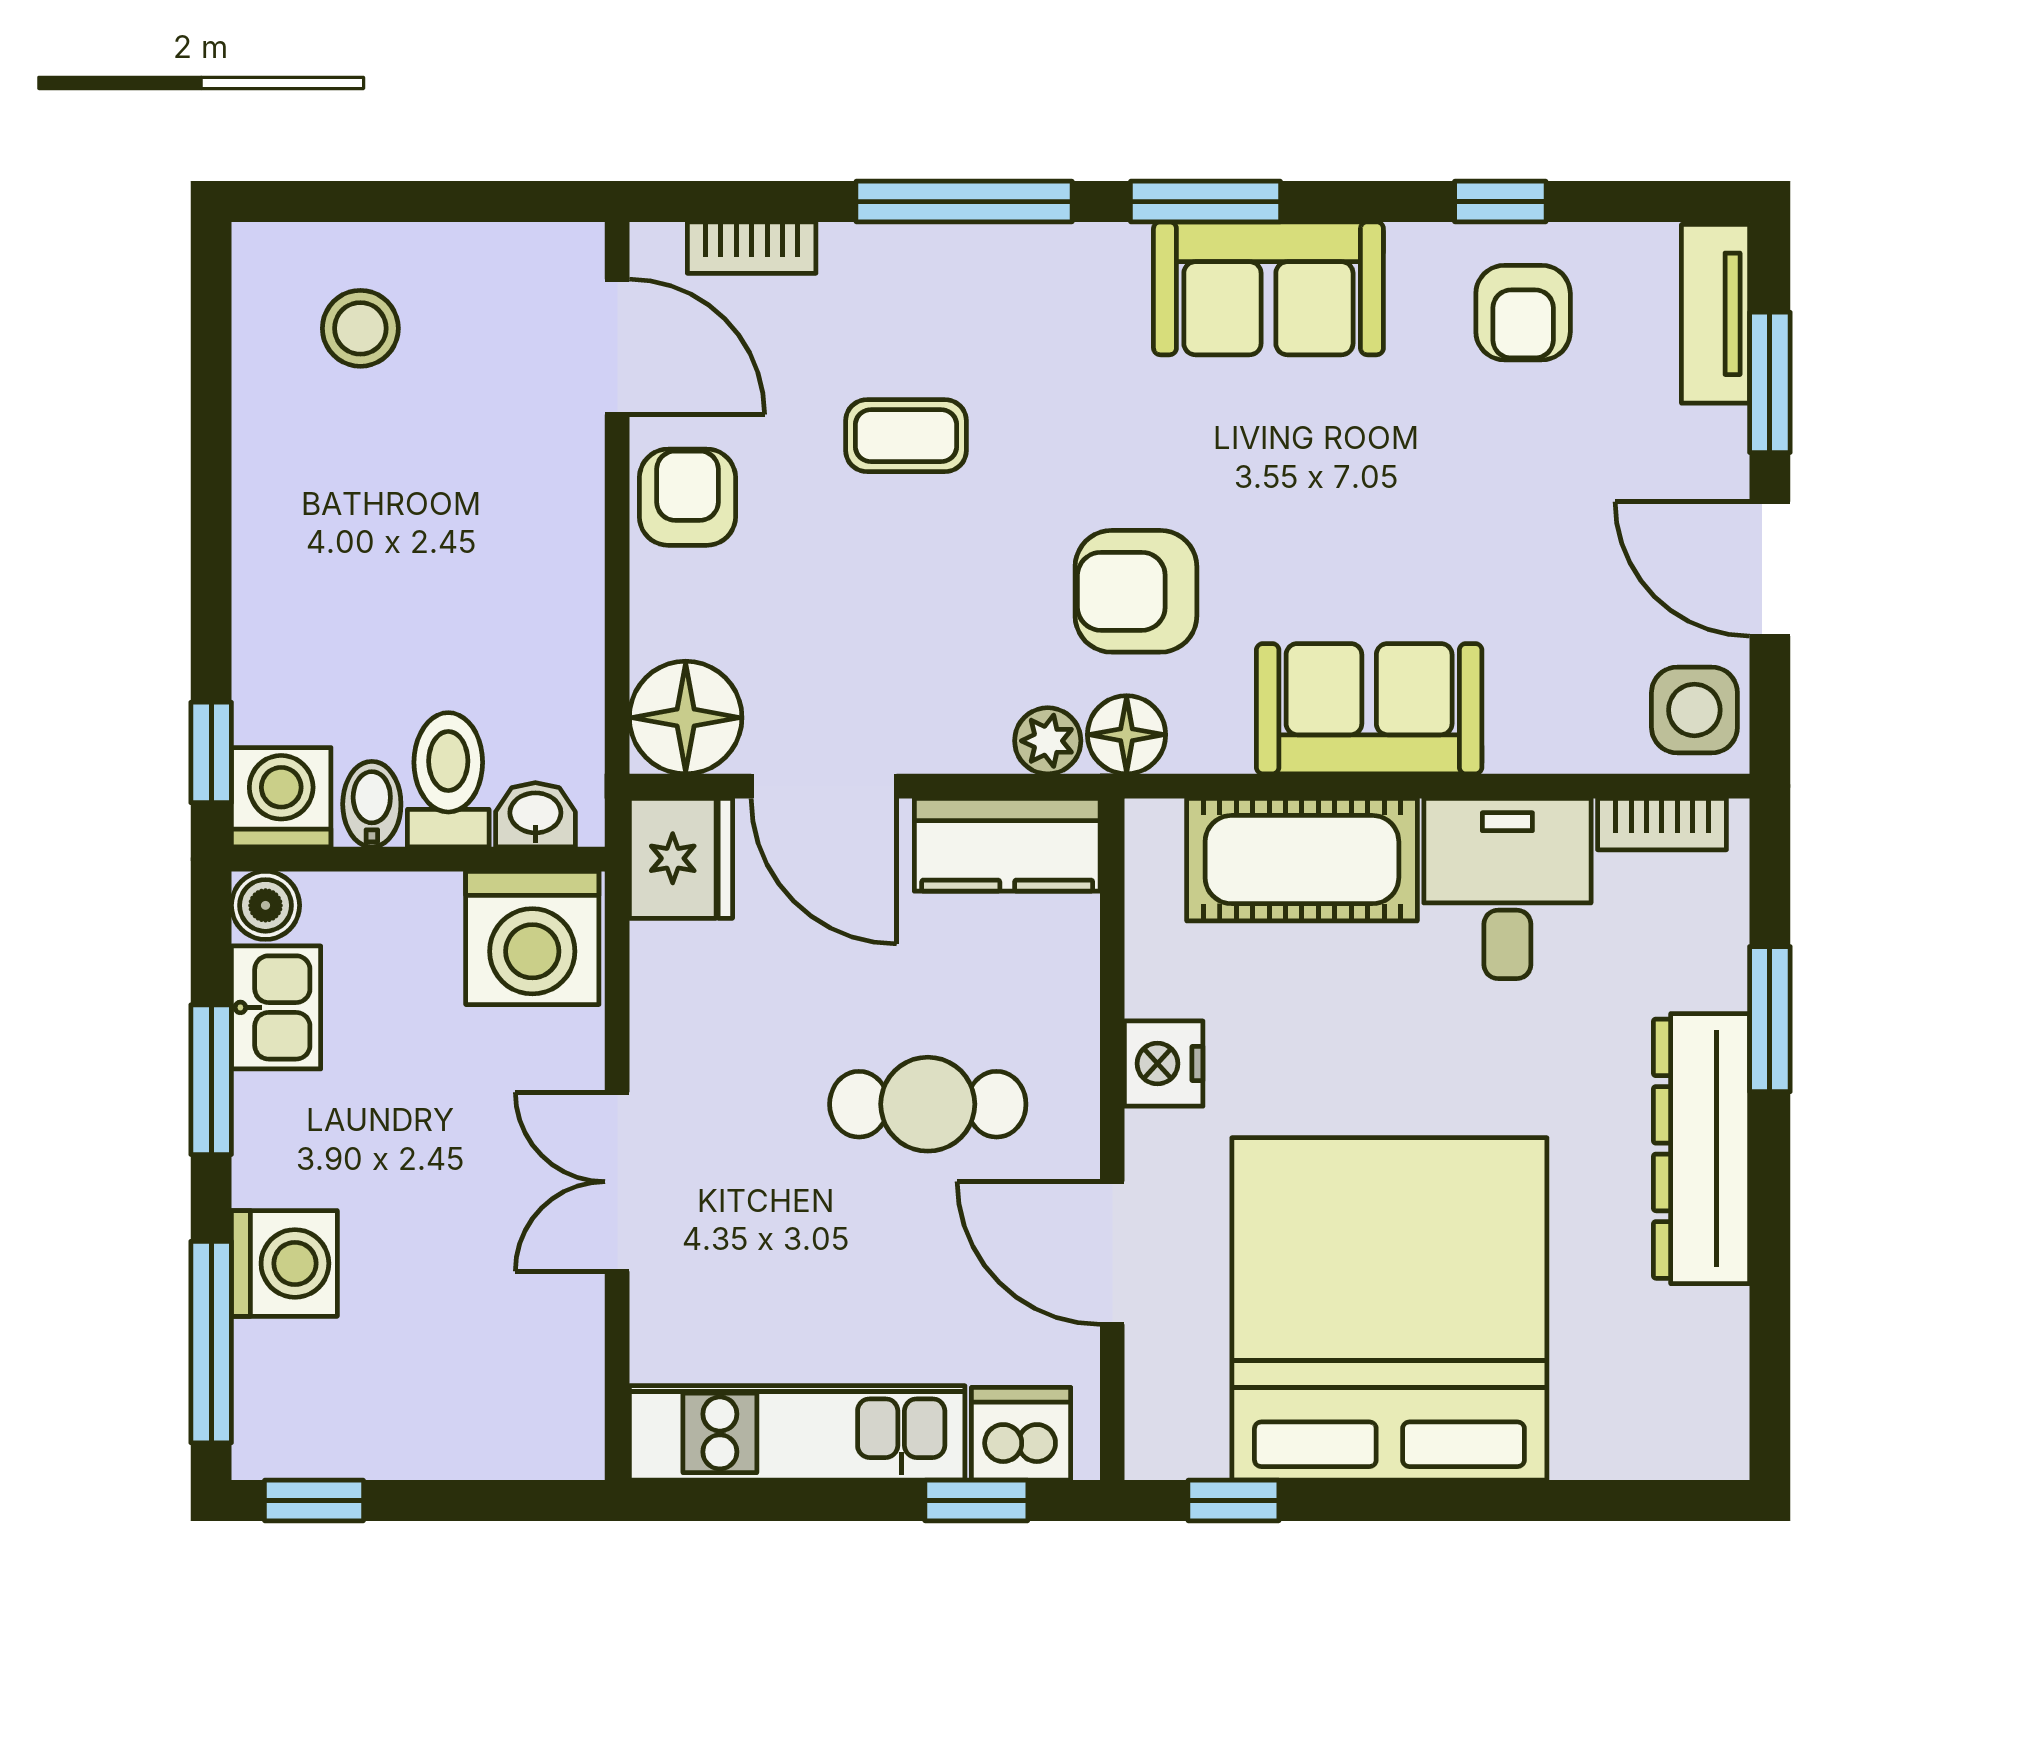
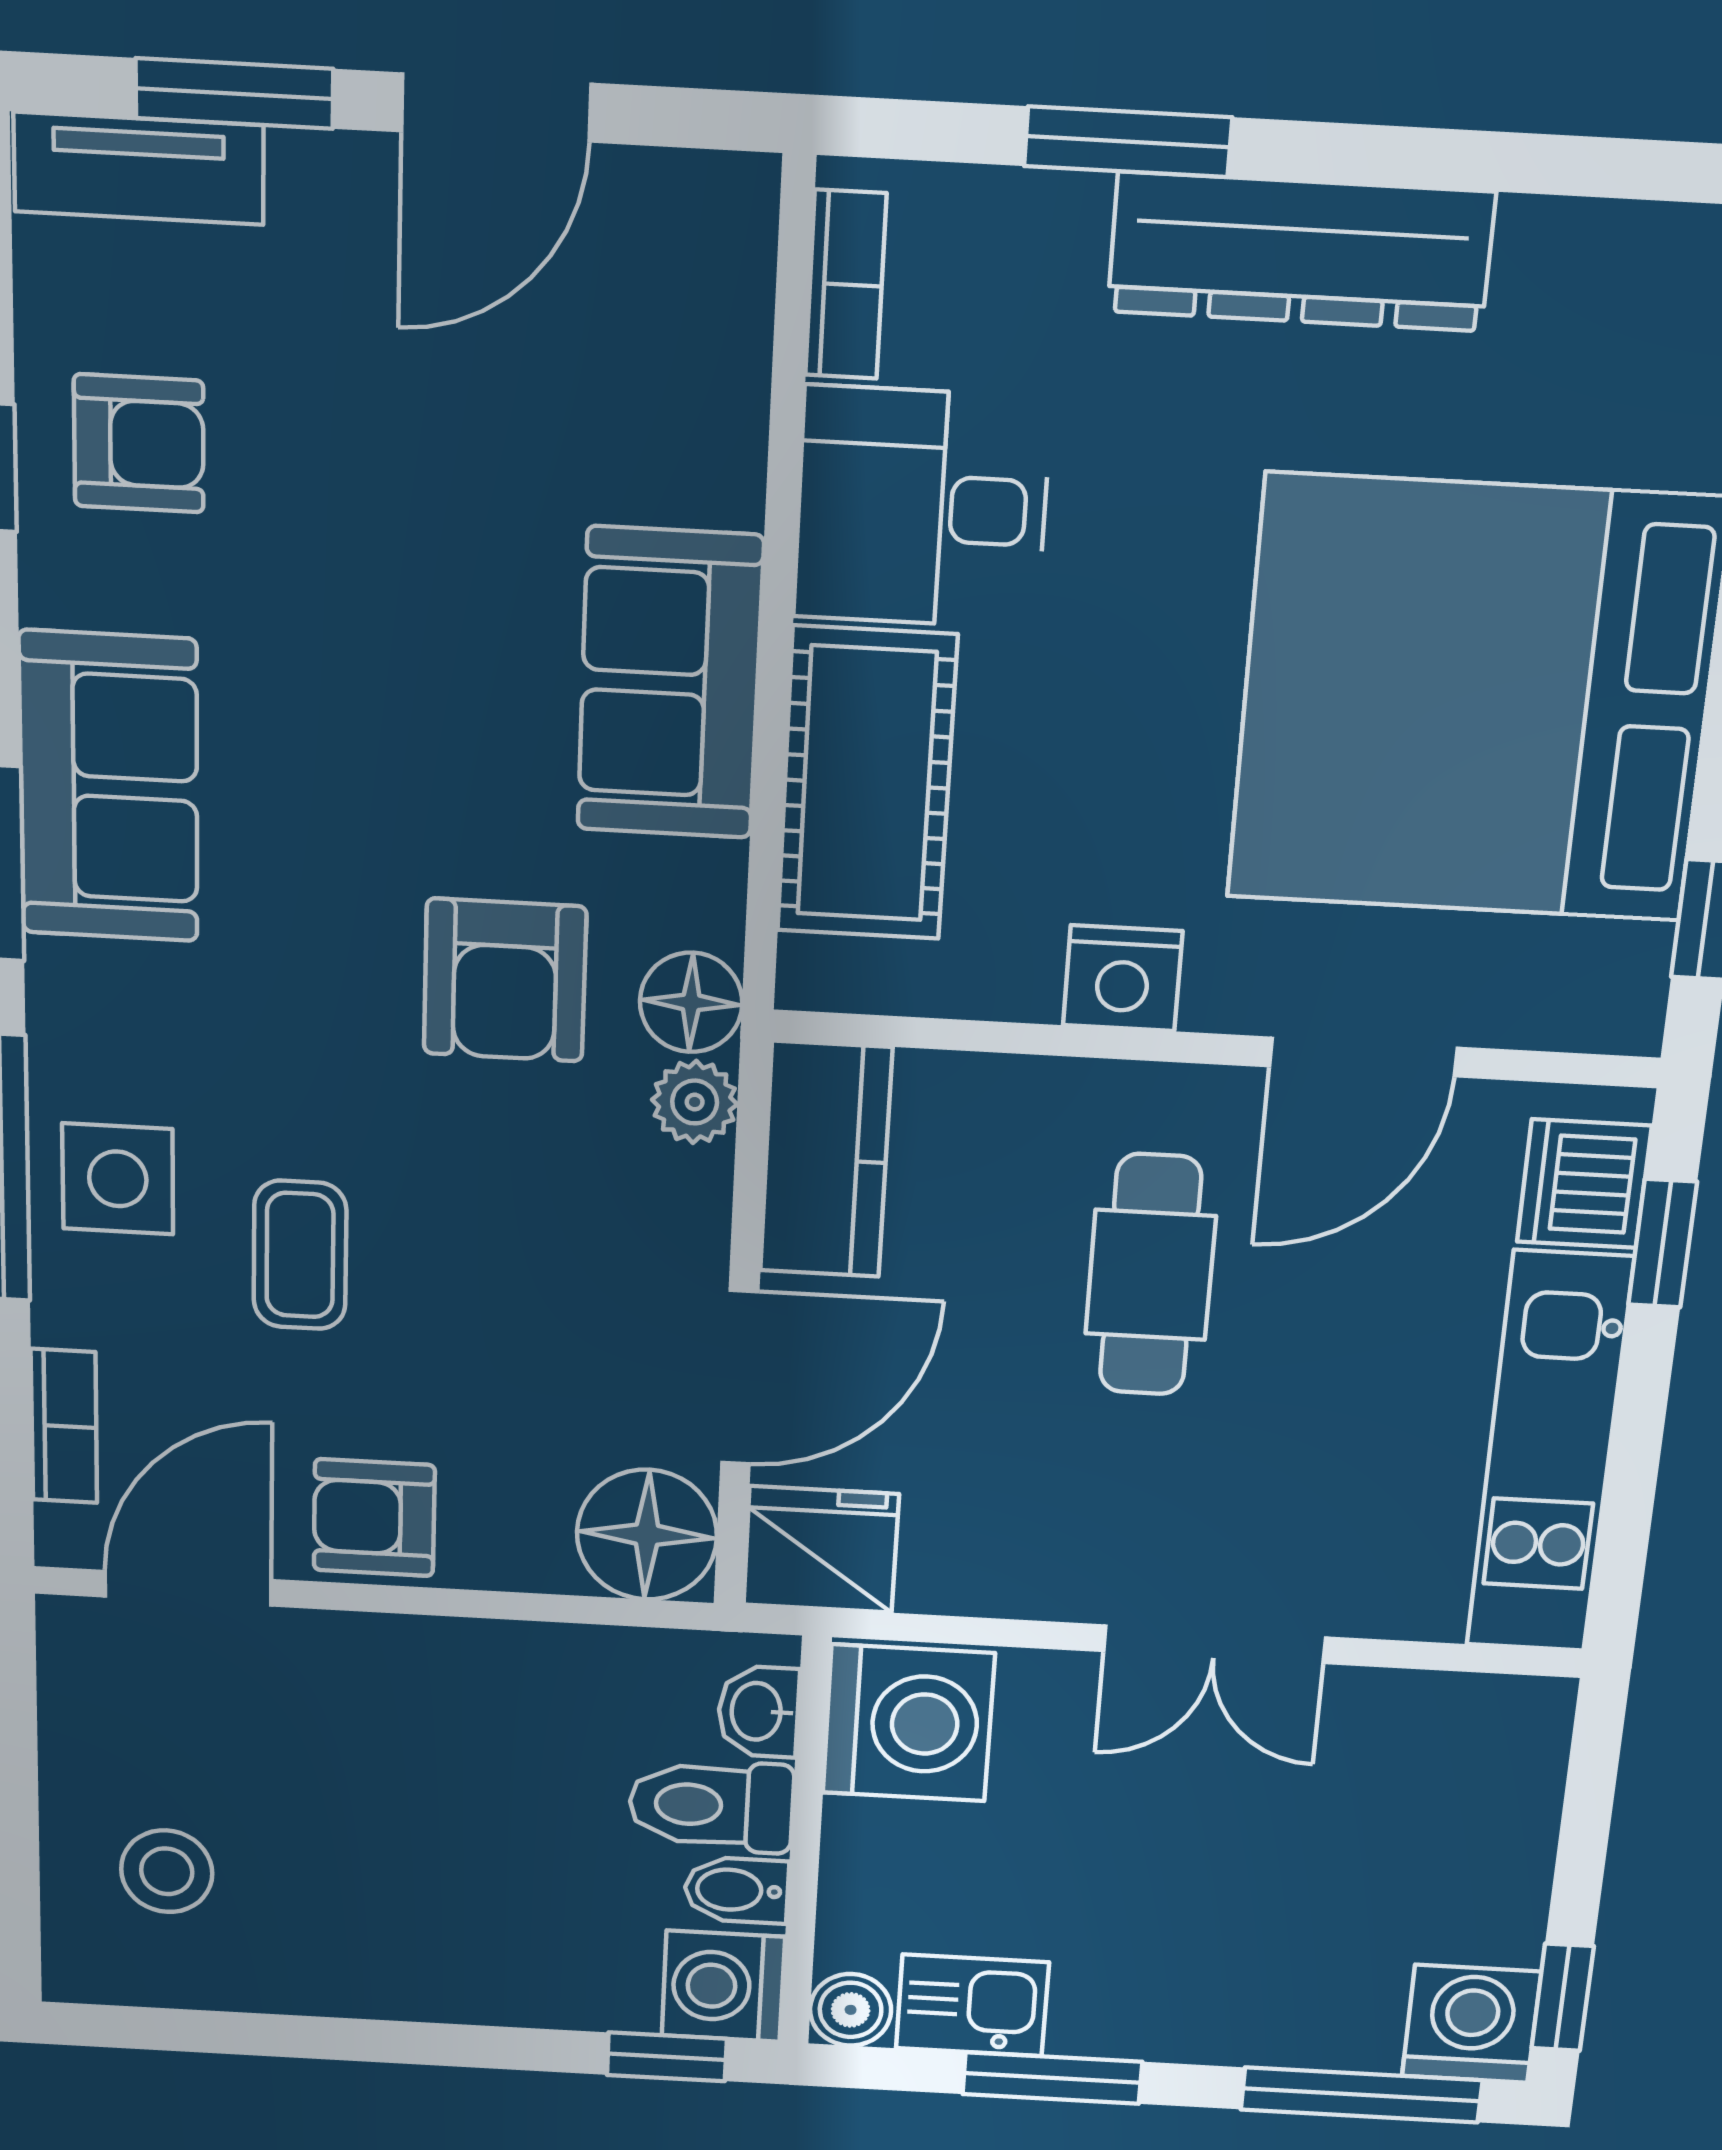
side table: (1694, 710) -> (118, 1179), moved
washing machine: (284, 1263) -> (1471, 2024), moved

